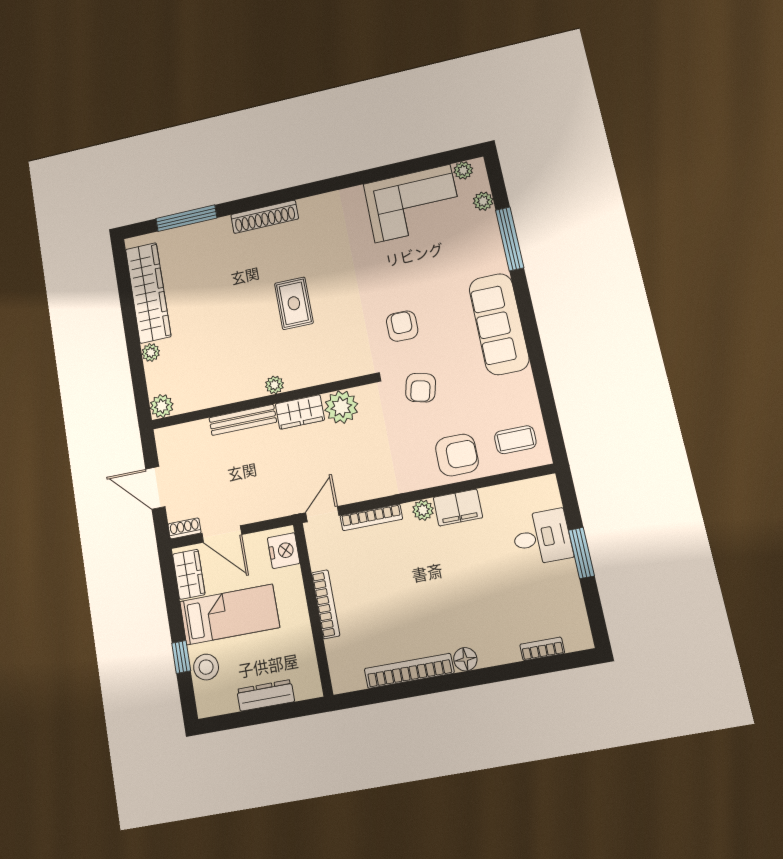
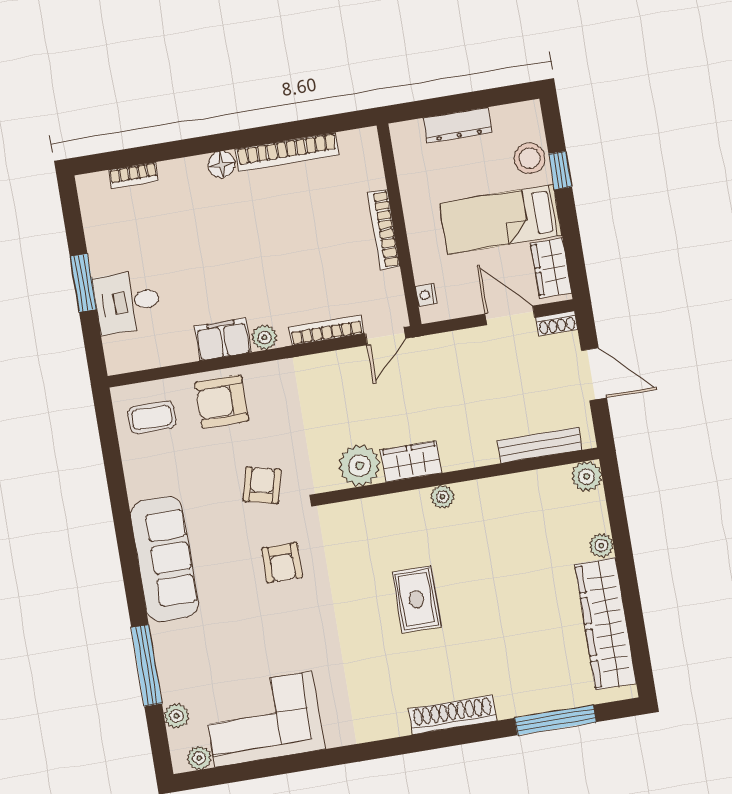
bench: (243, 420) -> (540, 445), moved
nightstand: (284, 551) -> (426, 295), width x0.53, depth x0.56

